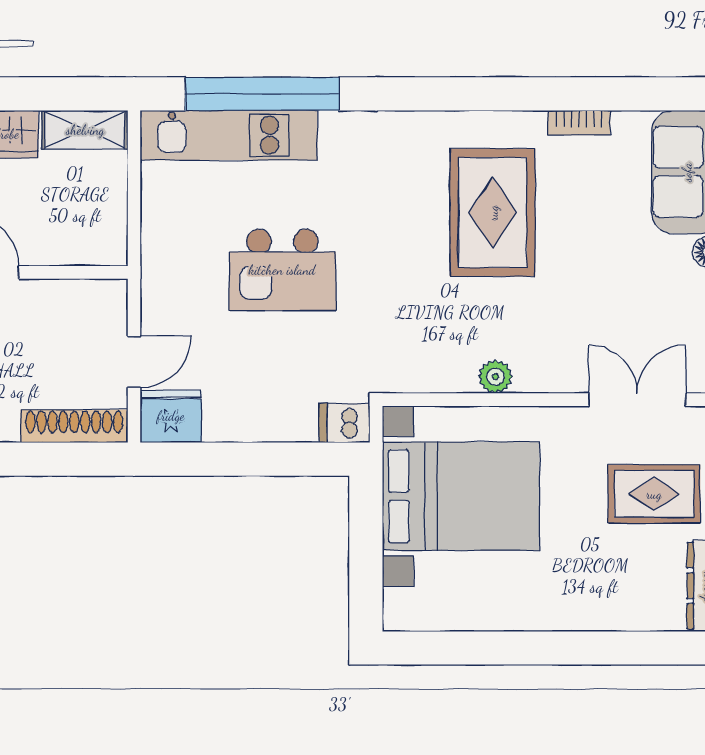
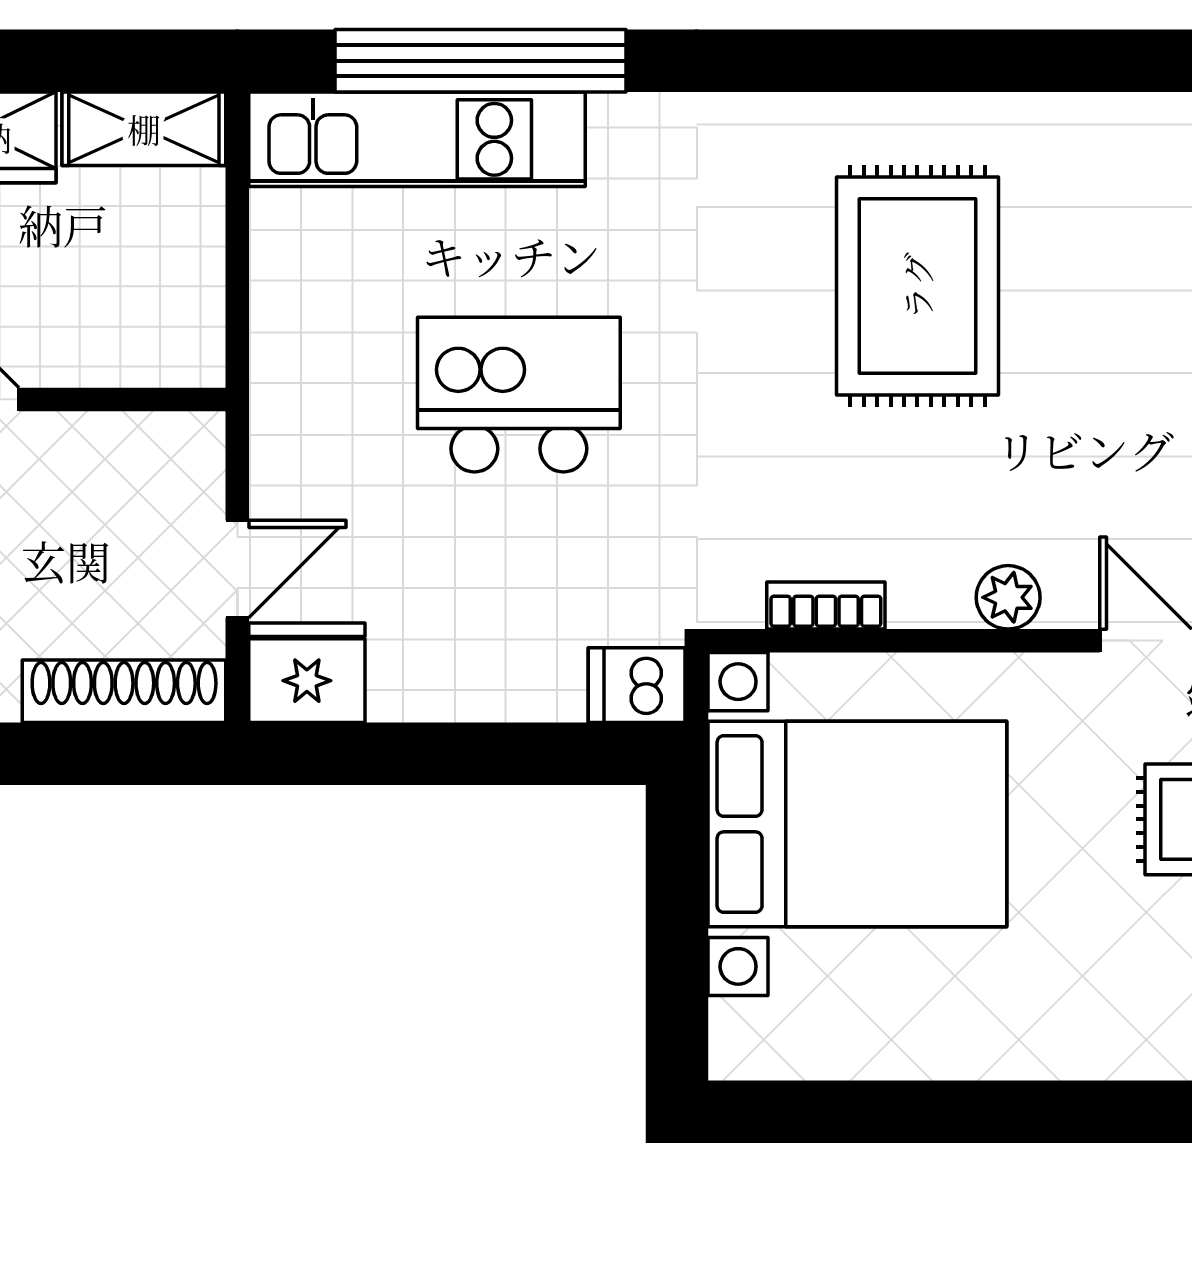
bookcase: (579, 123) -> (826, 606), moved, turned 180
kitchen island: (282, 270) -> (519, 395), turned 180
plant: (495, 377) -> (1008, 597), moved

